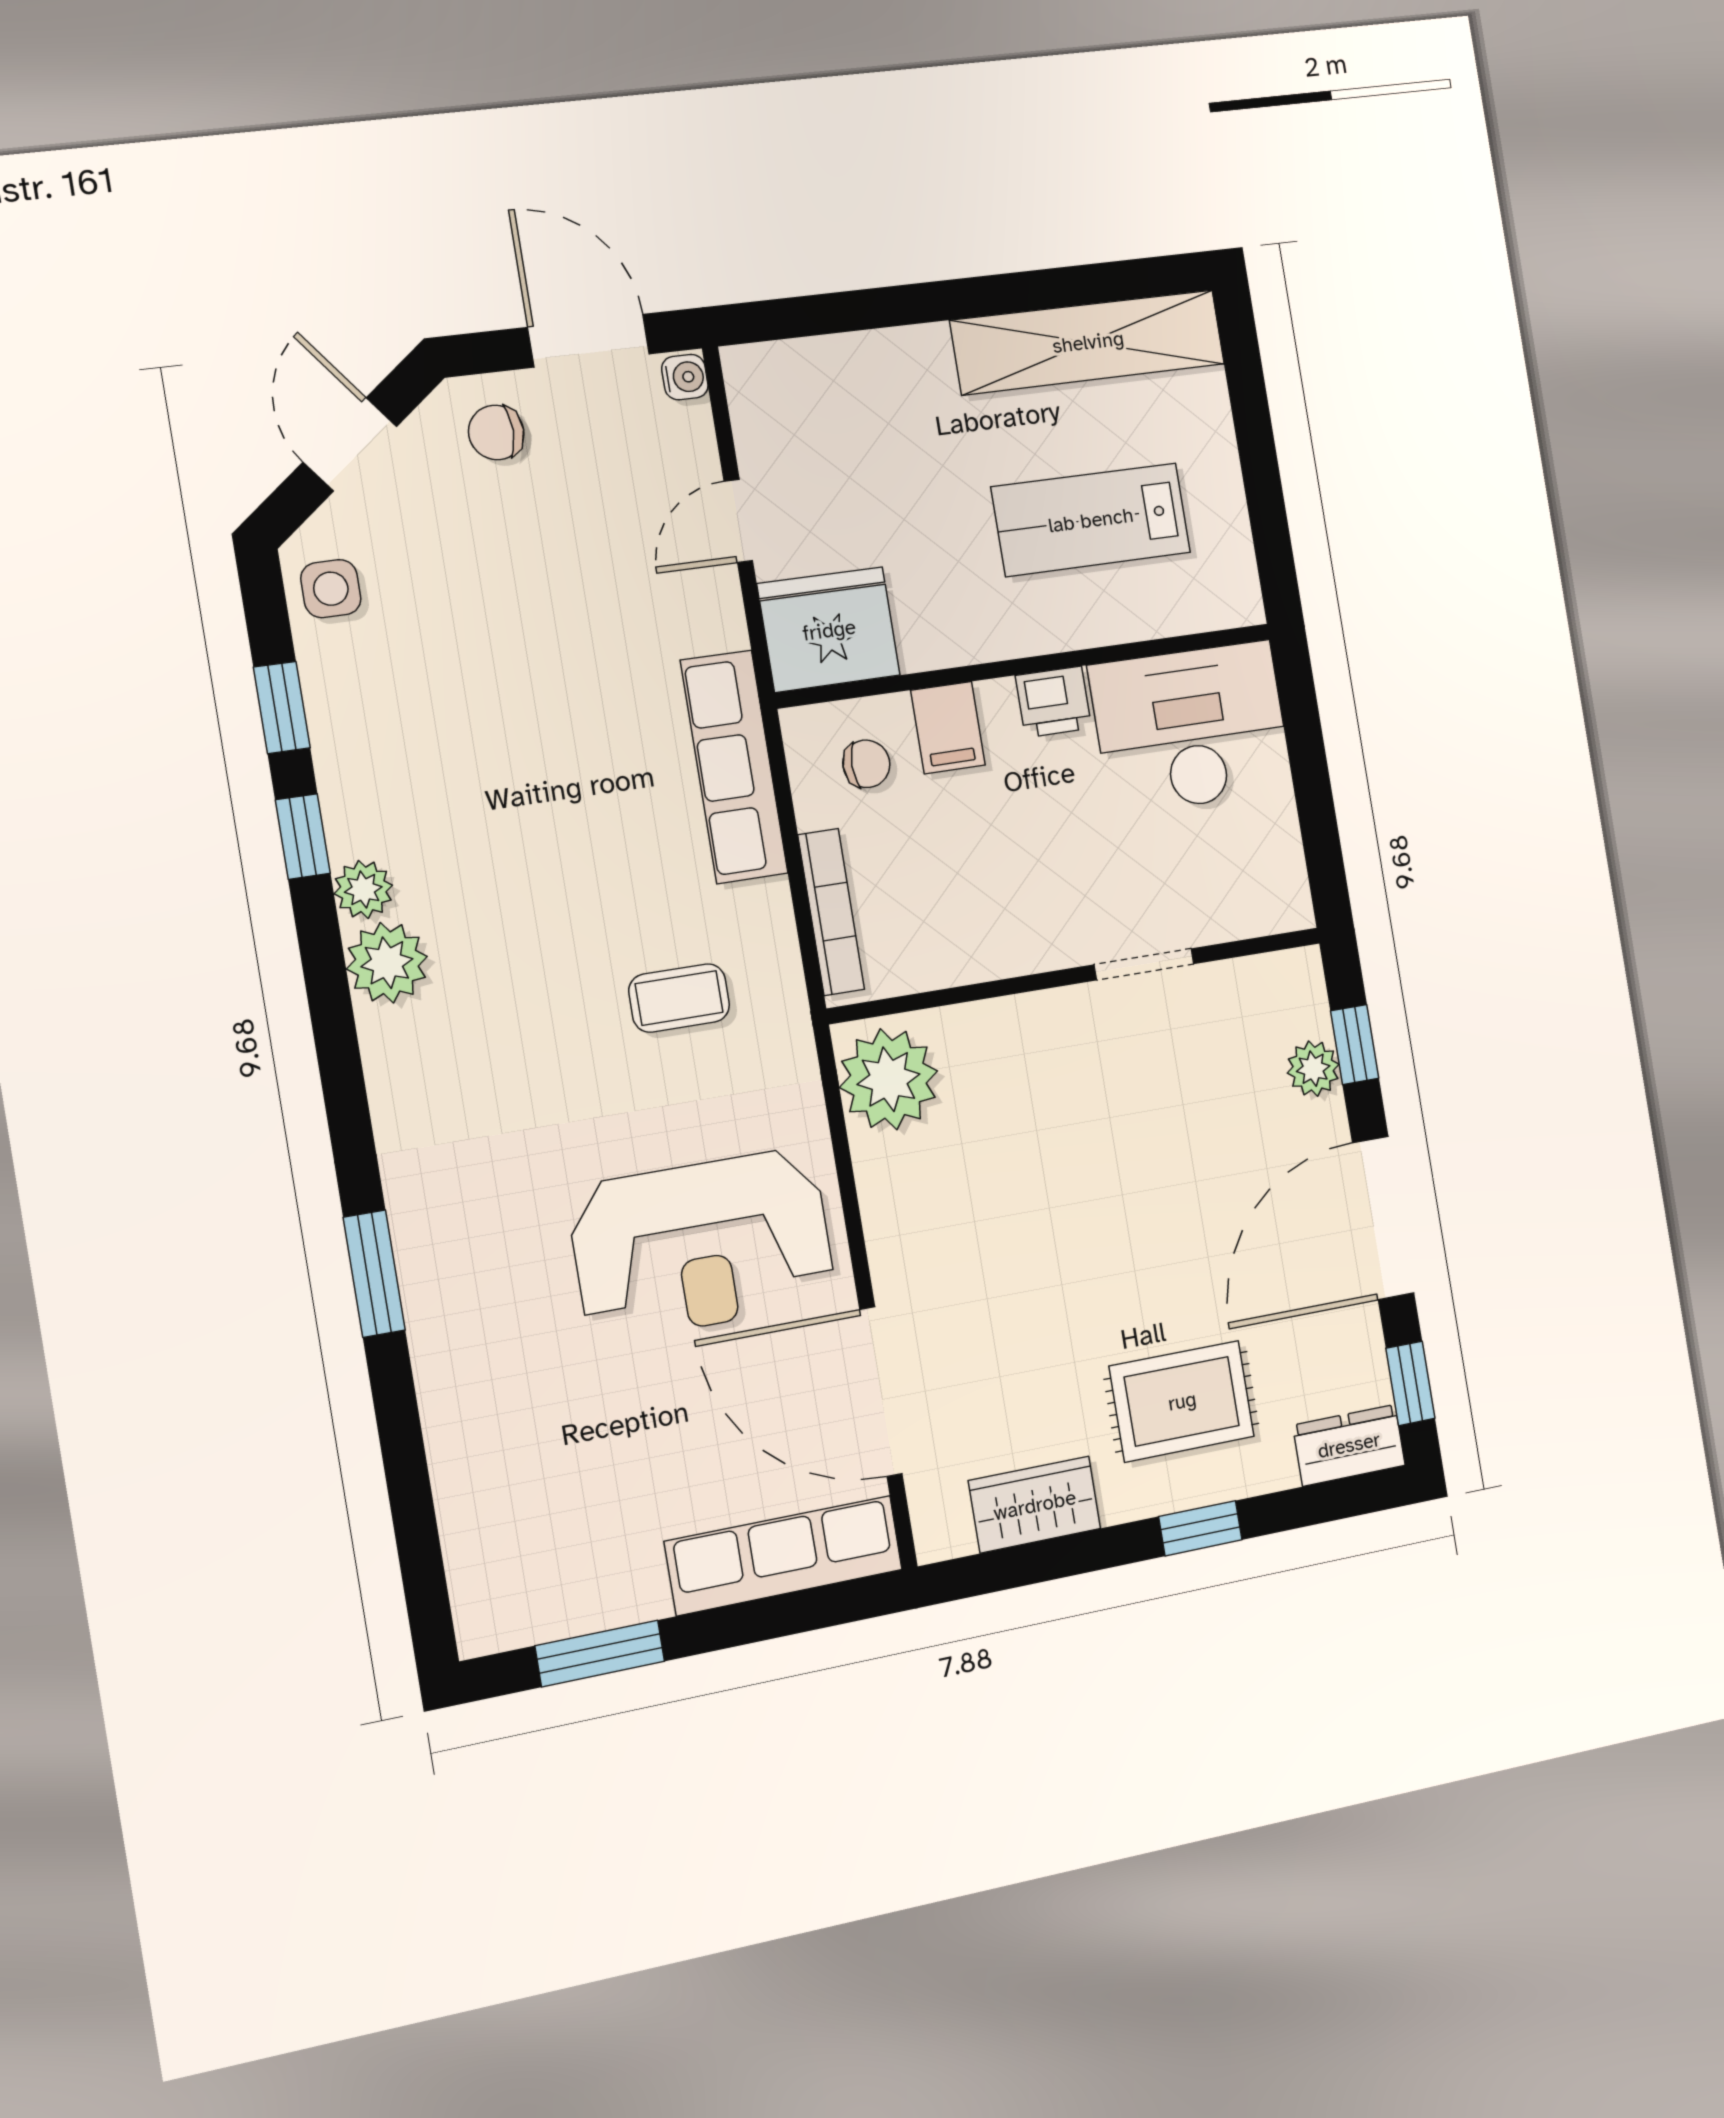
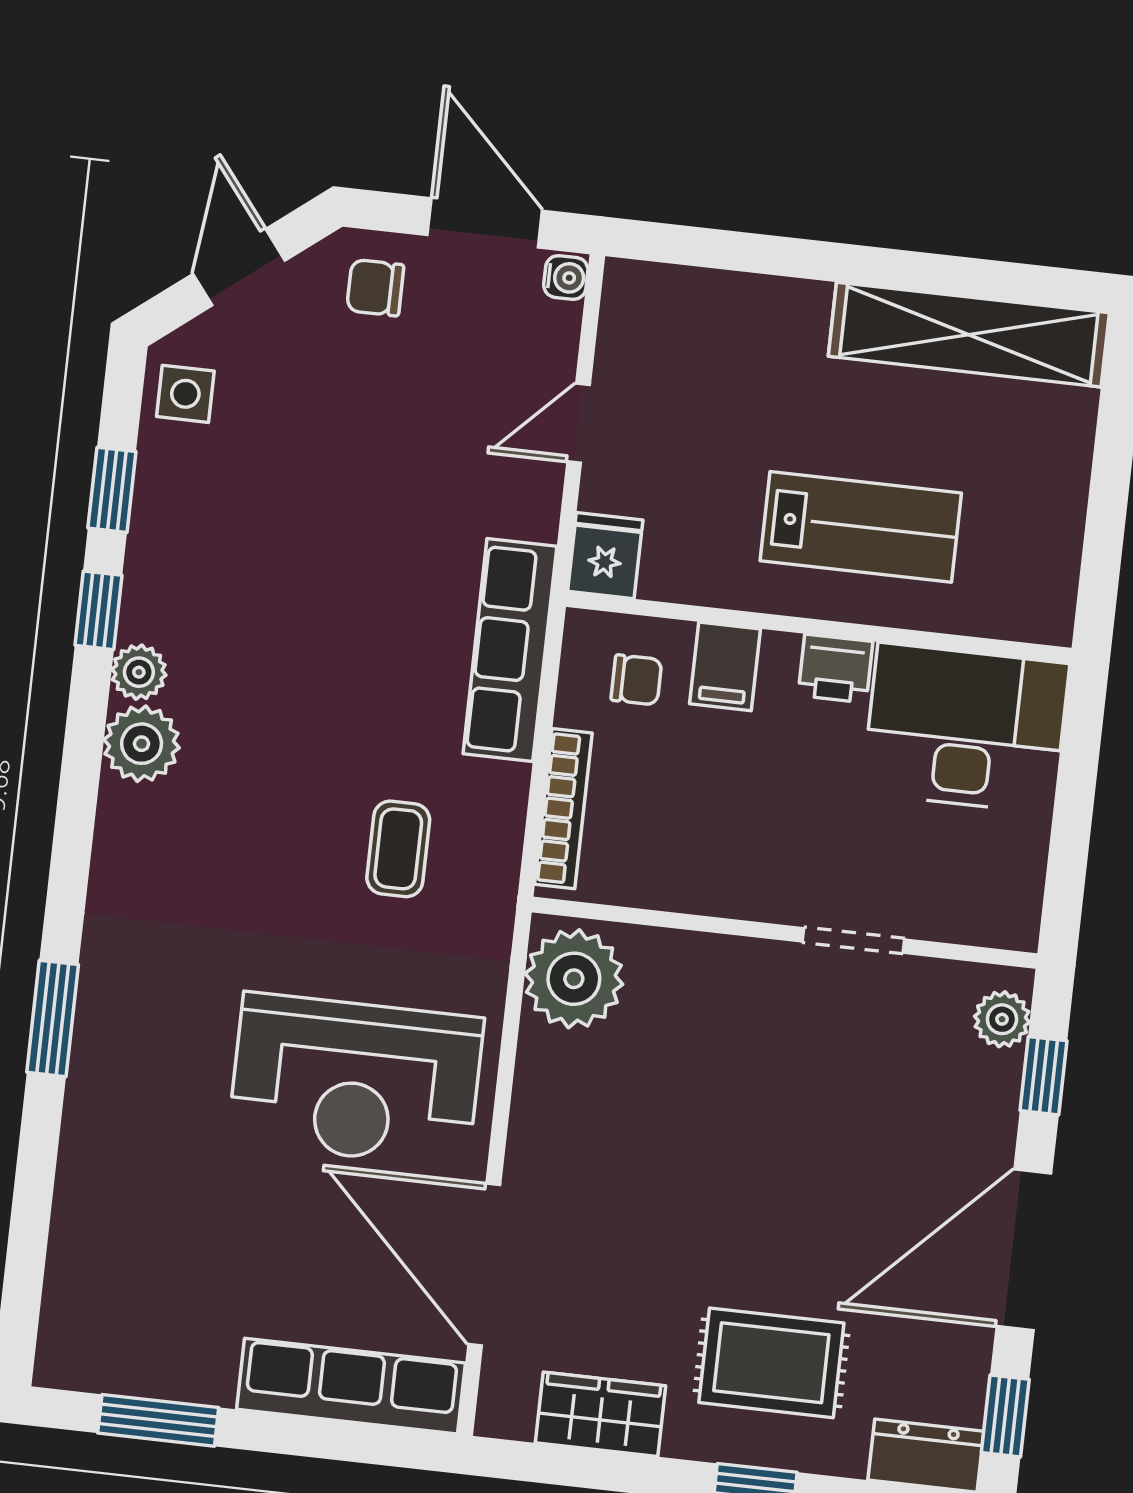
lab bench: (1091, 520) -> (861, 527), moved, turned 180
fridge: (829, 630) -> (605, 556), width x0.53, depth x0.75
coffee table: (679, 998) -> (398, 849), turned 90
plant: (1313, 1069) -> (1002, 1019), moved

